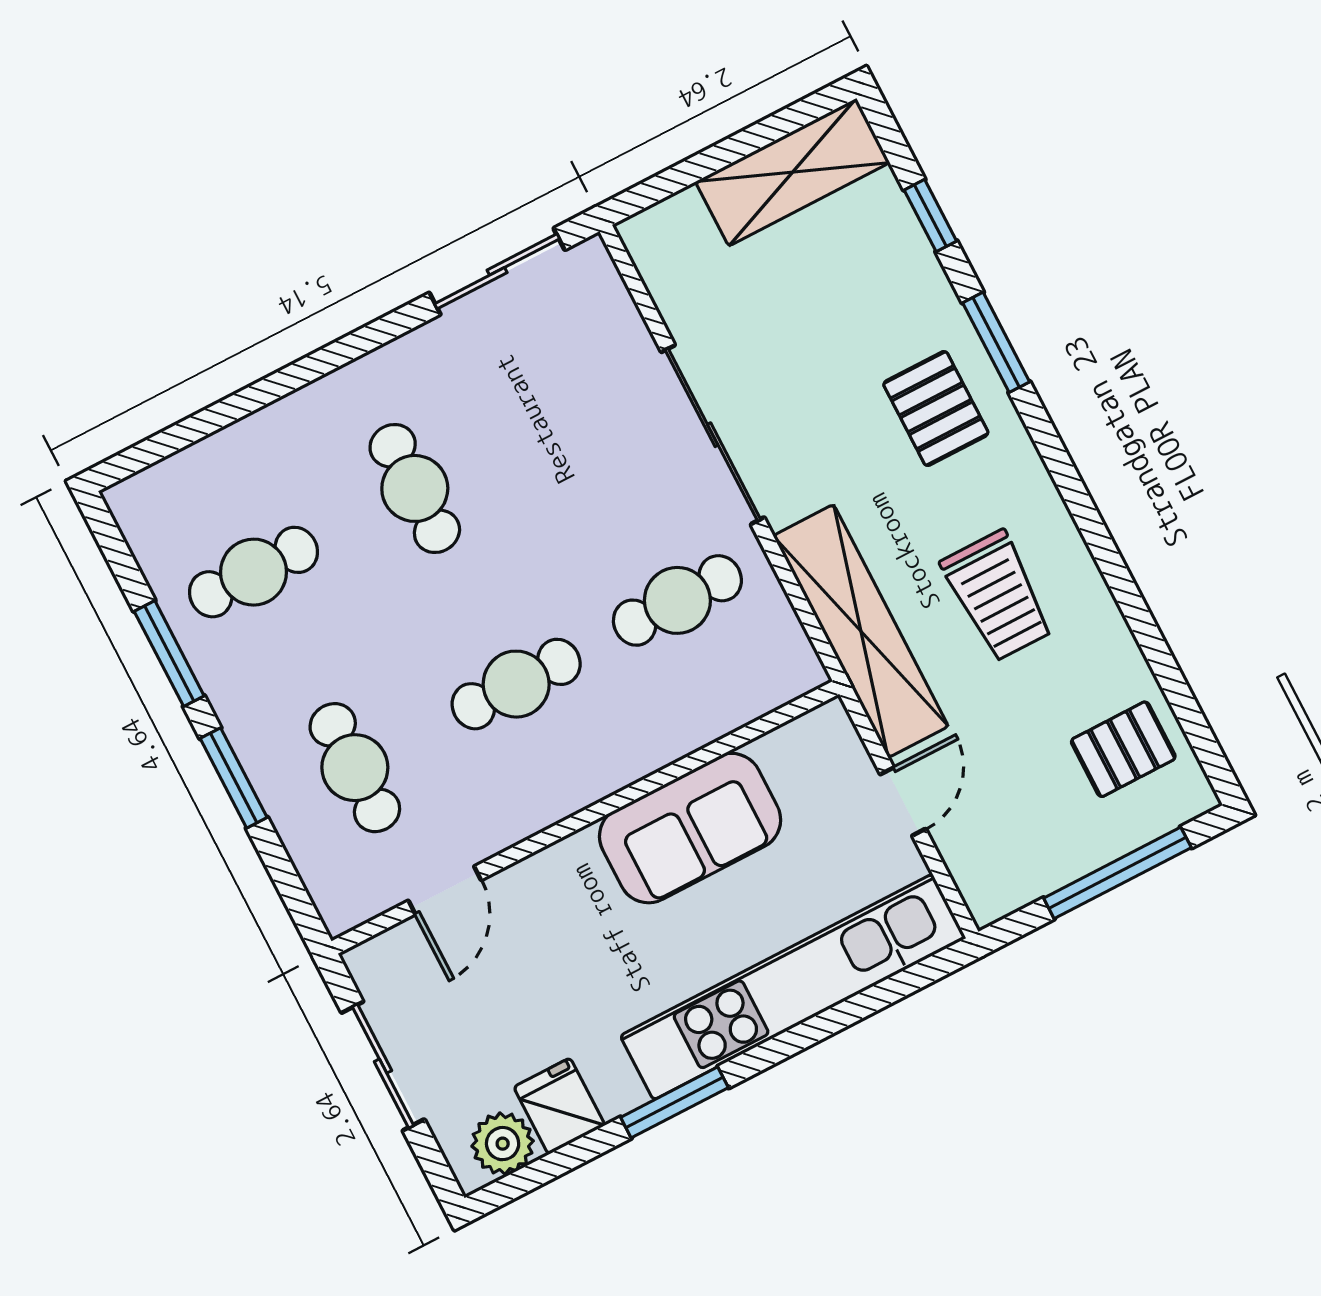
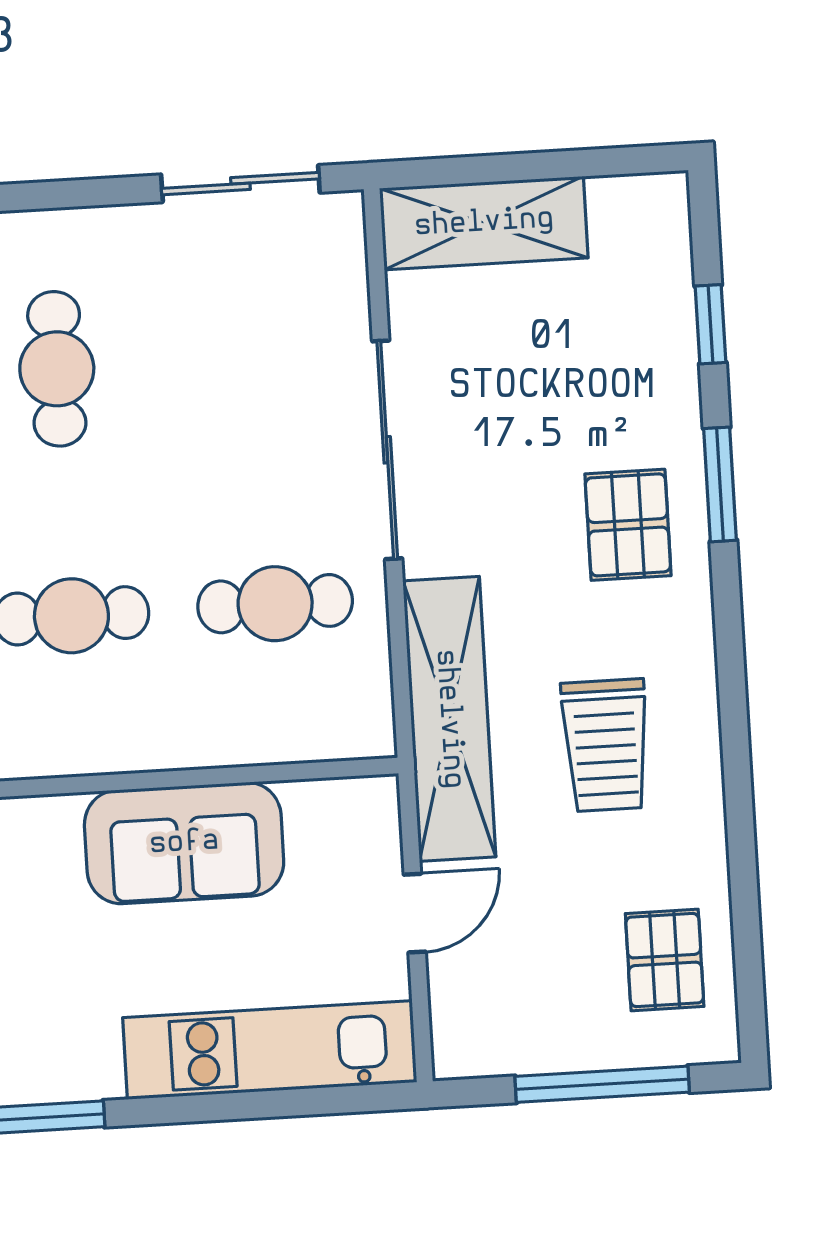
shelving: (792, 172) -> (484, 223), moved
pallet: (1123, 749) -> (665, 960), turned 90
kitchen unit: (793, 987) -> (270, 1050), width x0.73

